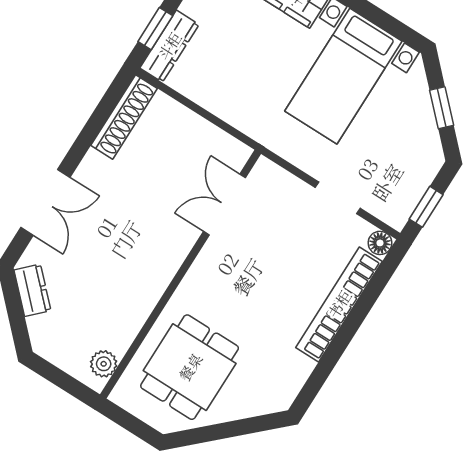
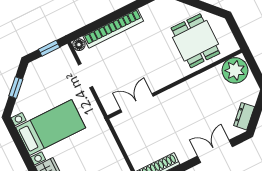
double door: (225, 205) -> (137, 103), swing flipped
plant: (104, 364) -> (235, 70), width x1.87, depth x1.87
dining table: (190, 367) -> (195, 41), turned 90

